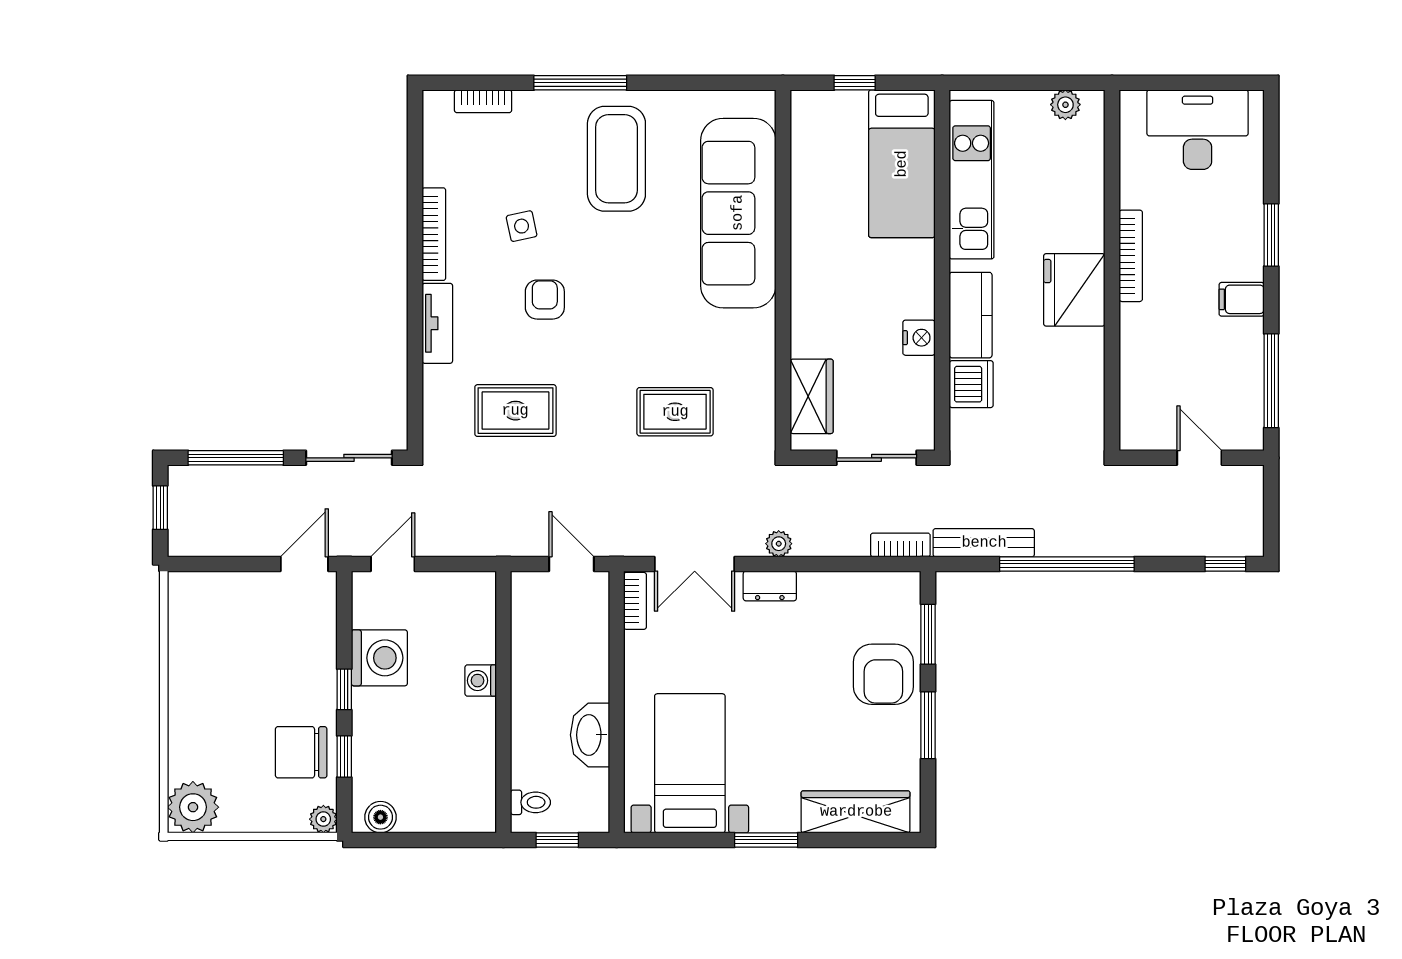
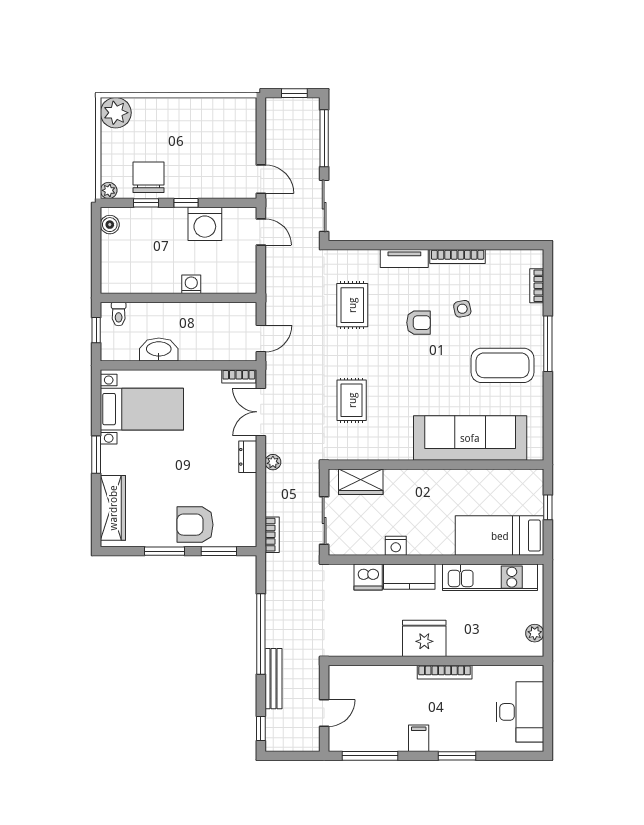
bench: (984, 543) -> (273, 679), moved

